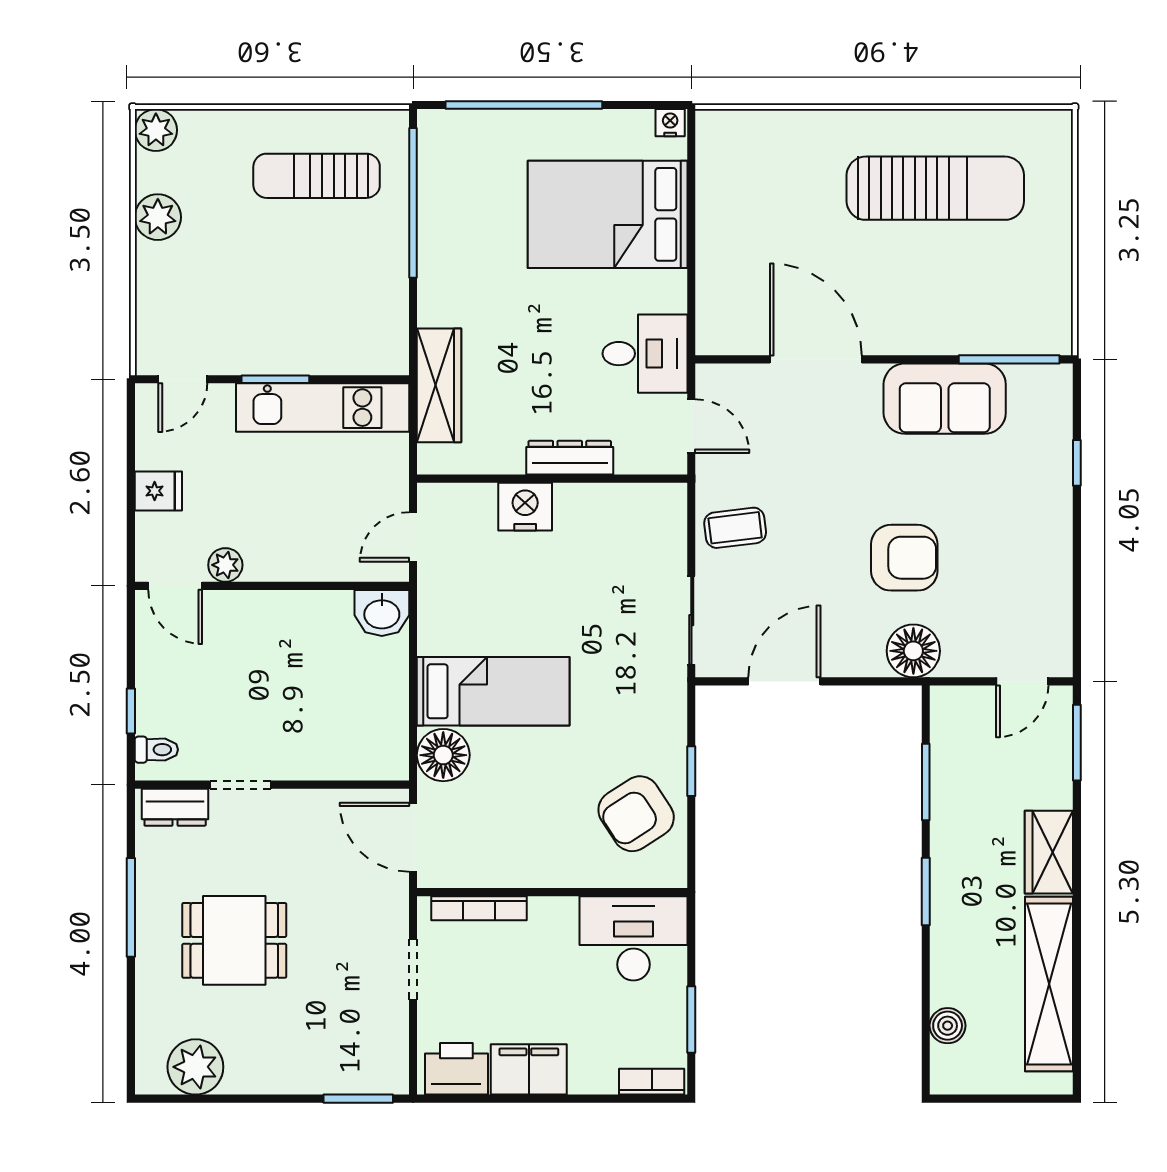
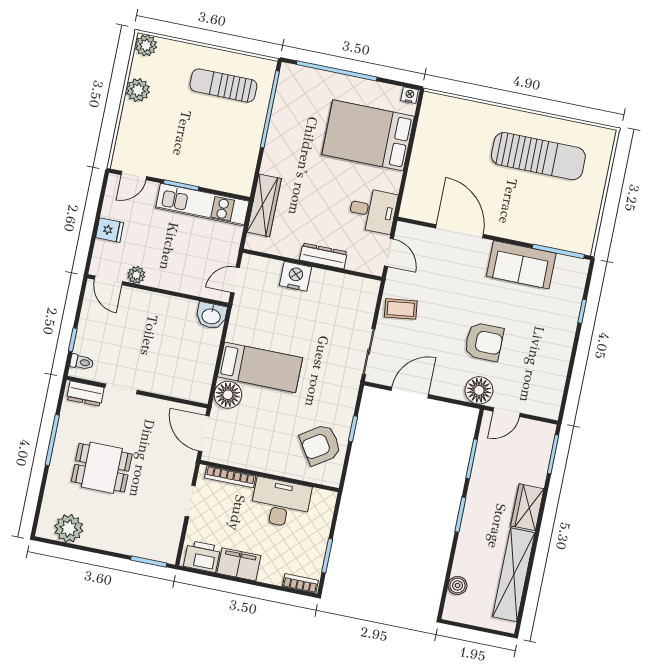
door: (1022, 681) -> (507, 412), moved
desk: (633, 938) -> (281, 503), moved

